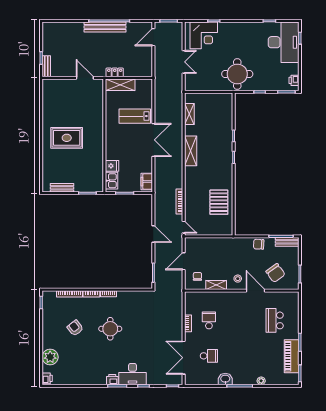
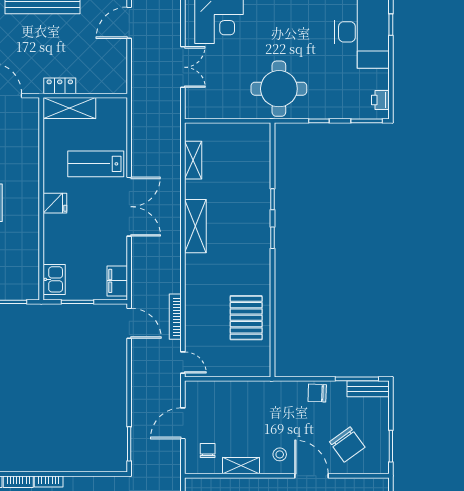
fridge: (112, 166) -> (55, 203), moved
door: (153, 234) -> (129, 323), moved

